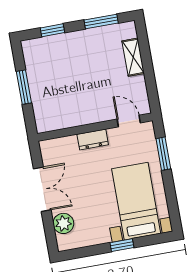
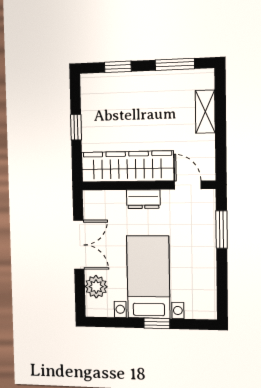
window: (24, 87) -> (76, 127), width x0.67
wardrobe: (74, 114) -> (127, 167), added
bed with nightstands: (136, 201) -> (148, 277), moved

